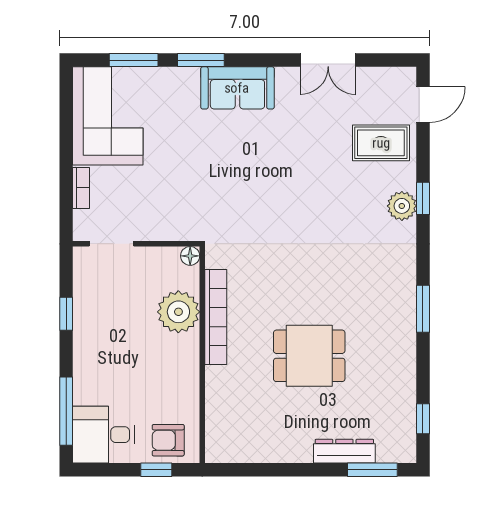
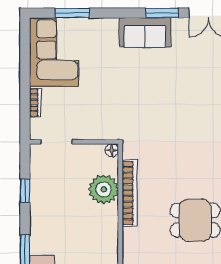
window: (201, 60) -> (162, 13), moved

